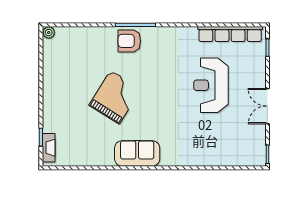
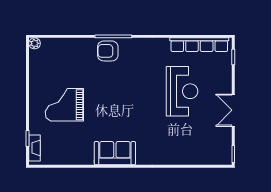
reception desk: (211, 85) -> (182, 91), turned 180
grand piano: (115, 97) -> (64, 105), moved, turned -122

